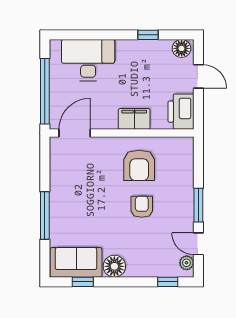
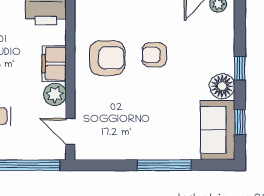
plant: (107, 120) -> (55, 95), added
door: (75, 133) -> (70, 131), width x0.73
window: (168, 282) -> (240, 68), moved

